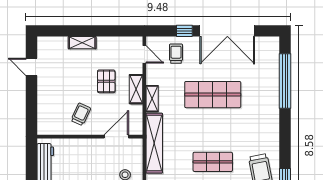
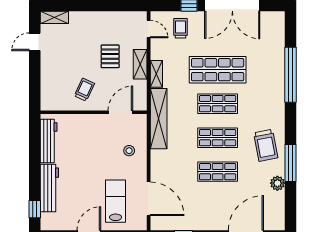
shelving: (82, 43) -> (54, 17), moved
door: (32, 67) -> (35, 42), hinge flipped
window: (285, 81) -> (291, 75), moved
shop shelf: (213, 128) -> (218, 104), added

